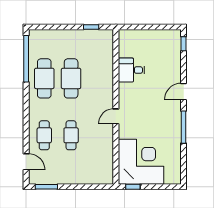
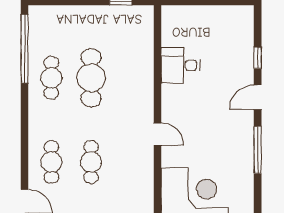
window: (184, 44) -> (258, 58), moved
cafe table: (44, 78) -> (51, 78), width x0.73, depth x0.74
door: (116, 116) -> (157, 134), swing flipped

